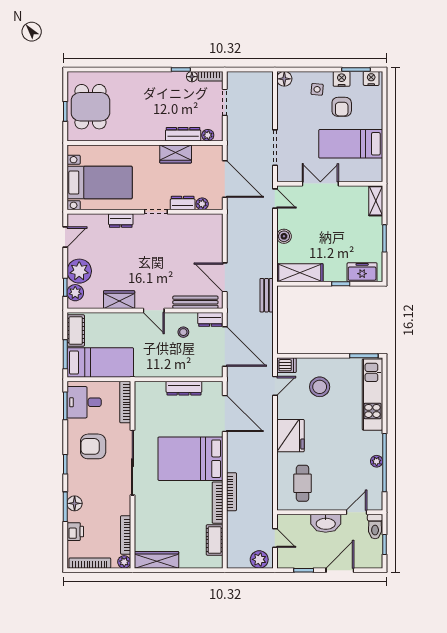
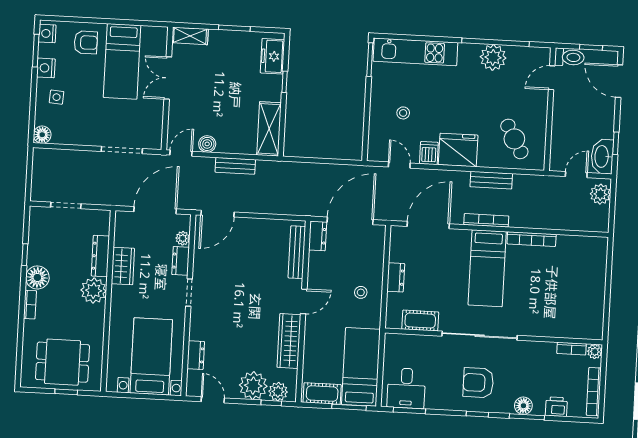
bookcase: (211, 76) -> (30, 305), moved
floor lamp: (192, 77) -> (37, 277), moved, width x1.89, depth x1.89
armchair: (342, 107) -> (86, 42), moved
plant: (208, 135) -> (94, 291), moved, width x1.88, depth x1.88
double door: (320, 184) -> (168, 78), moved
dresser: (121, 221) -> (196, 355), moved
boiler: (284, 236) -> (207, 144), moved
door: (225, 277) -> (218, 214), moved
bench: (267, 295) -> (235, 166), moved
wardrobe: (119, 300) -> (289, 341), width x1.50
stool: (183, 332) -> (361, 292), moved
dishwasher: (286, 365) -> (429, 153), moved
stool: (320, 387) -> (403, 113), width x0.53, depth x0.53
dresser: (184, 388) -> (396, 277), width x0.70
bookcase: (125, 402) -> (409, 340), removed
armchair: (93, 446) -> (478, 383), moved, turned 90
bed: (191, 459) -> (487, 268), width x0.67
plant: (377, 461) -> (493, 57), width x1.88, depth x1.88
bench: (266, 465) -> (491, 180), added
cafe table: (303, 483) -> (514, 139), turned 61
bookcase: (232, 492) -> (486, 220), moved
door: (357, 512) -> (552, 78), hinge flipped
washbasin: (326, 523) -> (602, 157), moved, turned 180
bookcase: (126, 535) -> (572, 349), width x0.64
cot: (215, 540) -> (420, 321), moved
wardrobe: (156, 560) -> (594, 314), removed
door: (340, 570) -> (619, 81), moved

